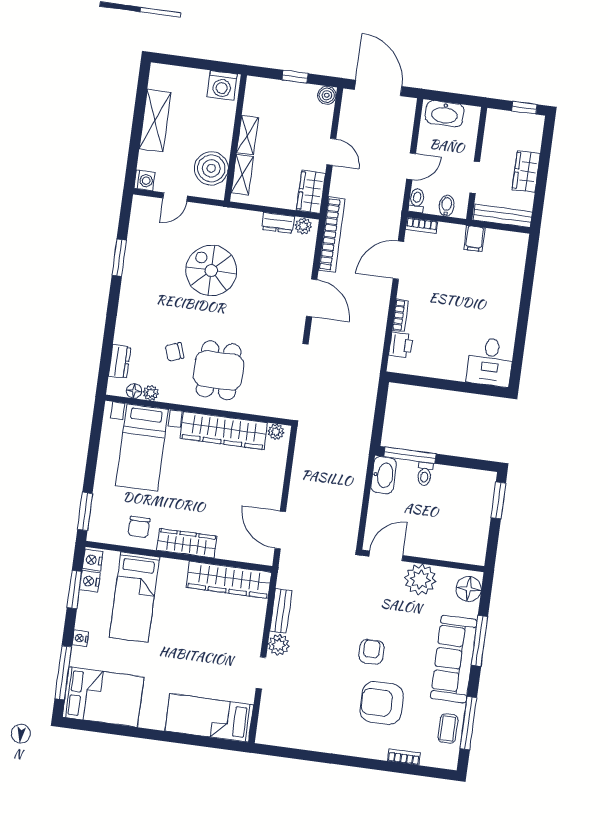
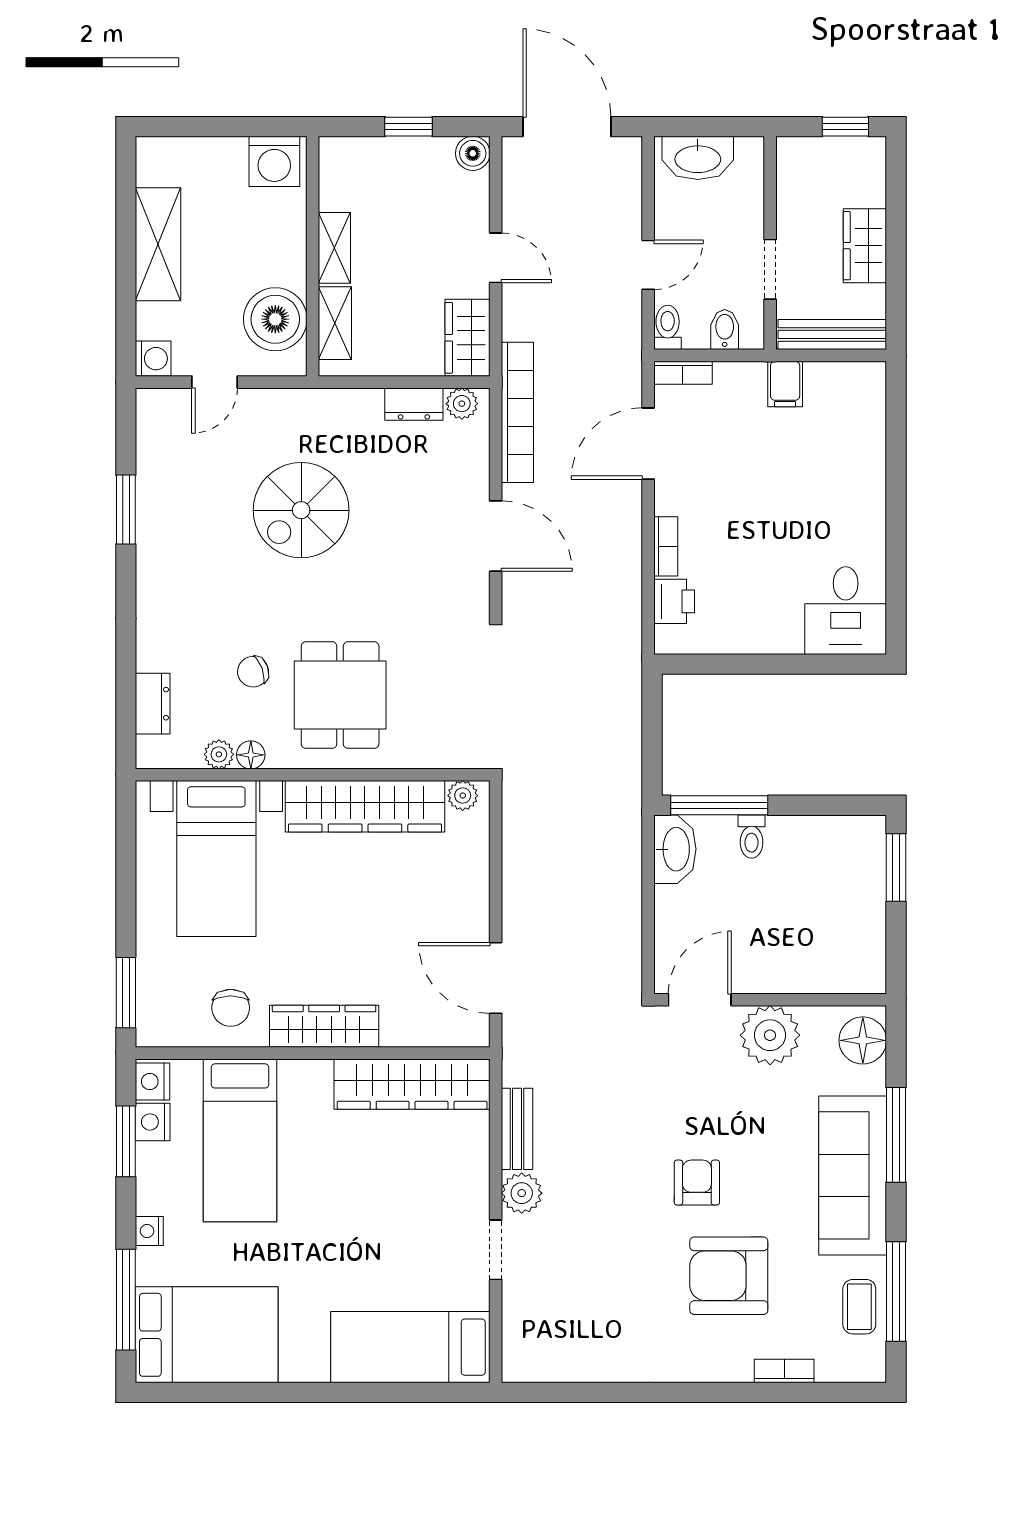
spiral stairs: (211, 270) -> (301, 510), turned -90
floor lamp: (134, 391) -> (251, 755), moved

